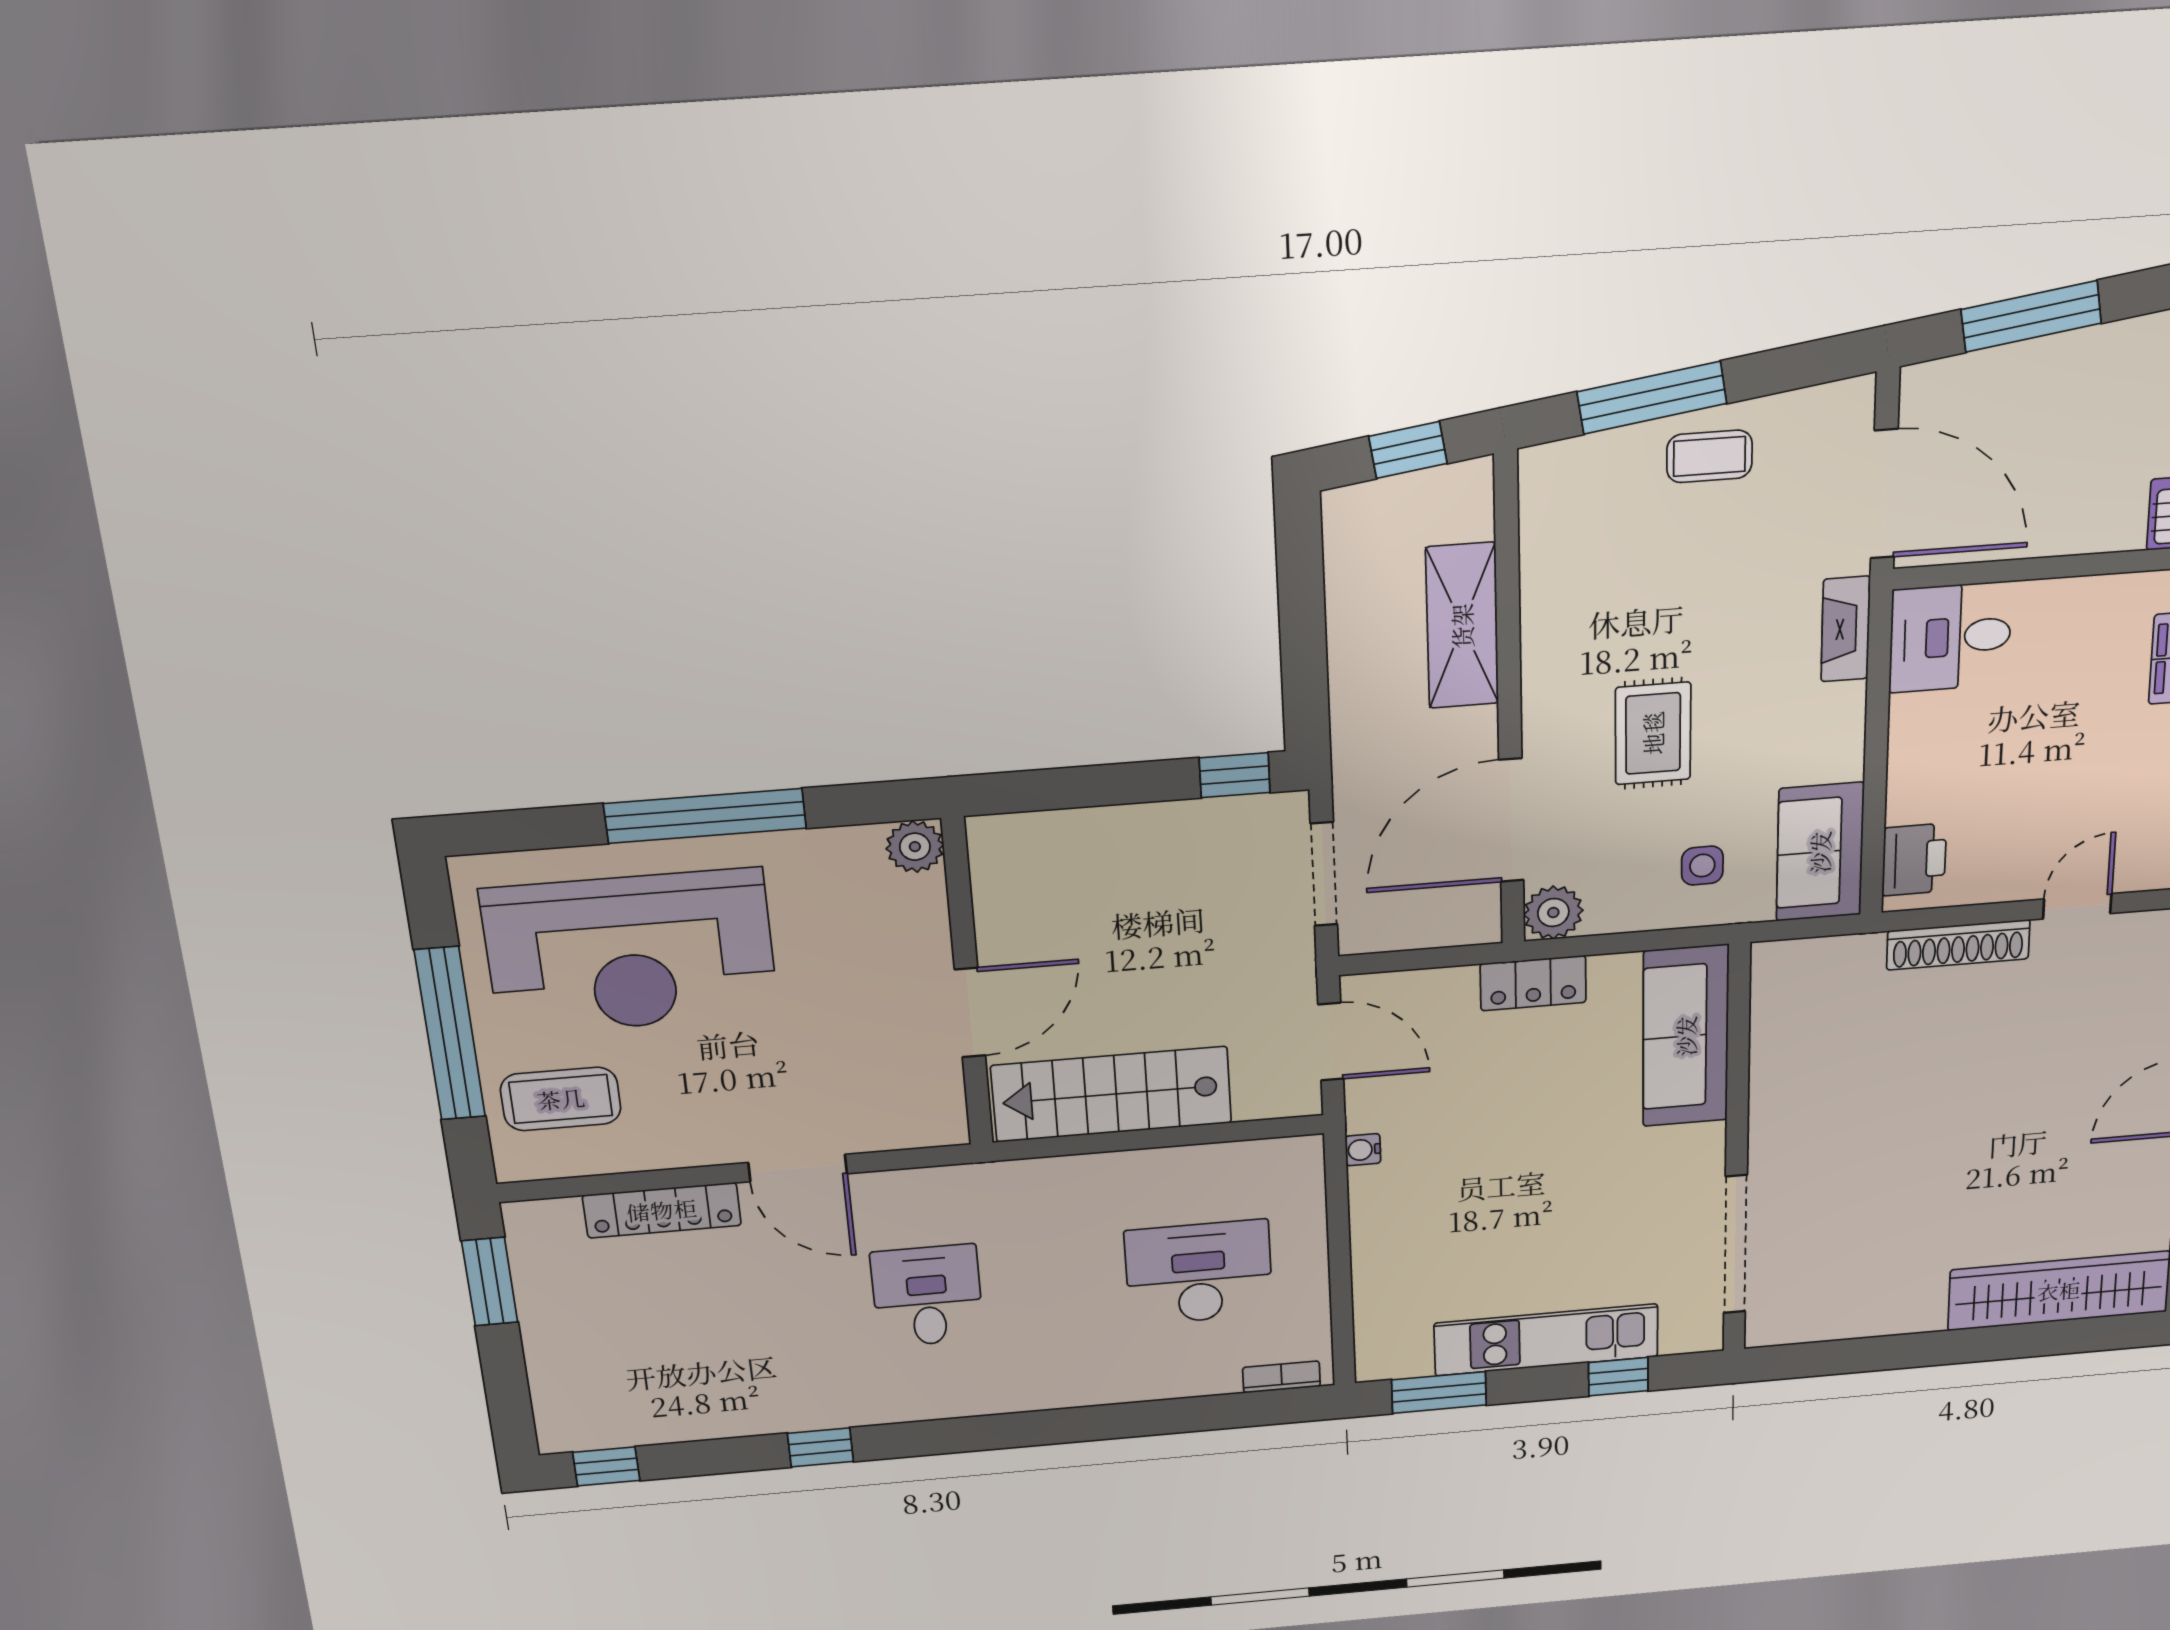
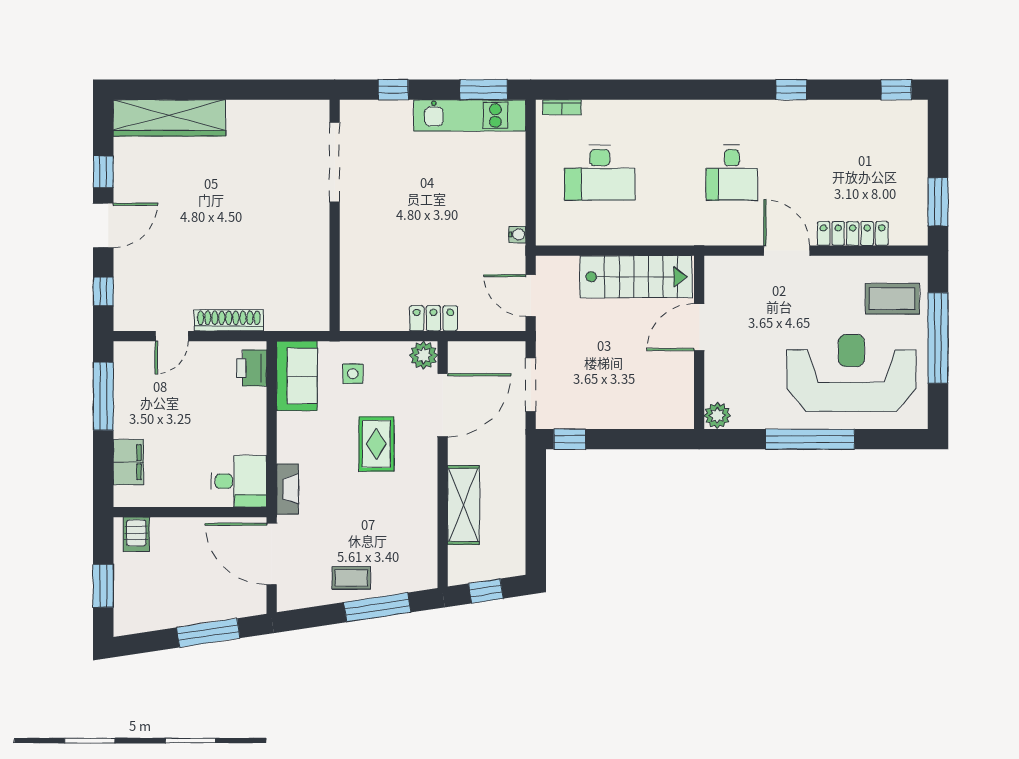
sofa: (1686, 1036) -> (360, 283), removed
kitchen unit: (1546, 1340) -> (470, 115), moved

